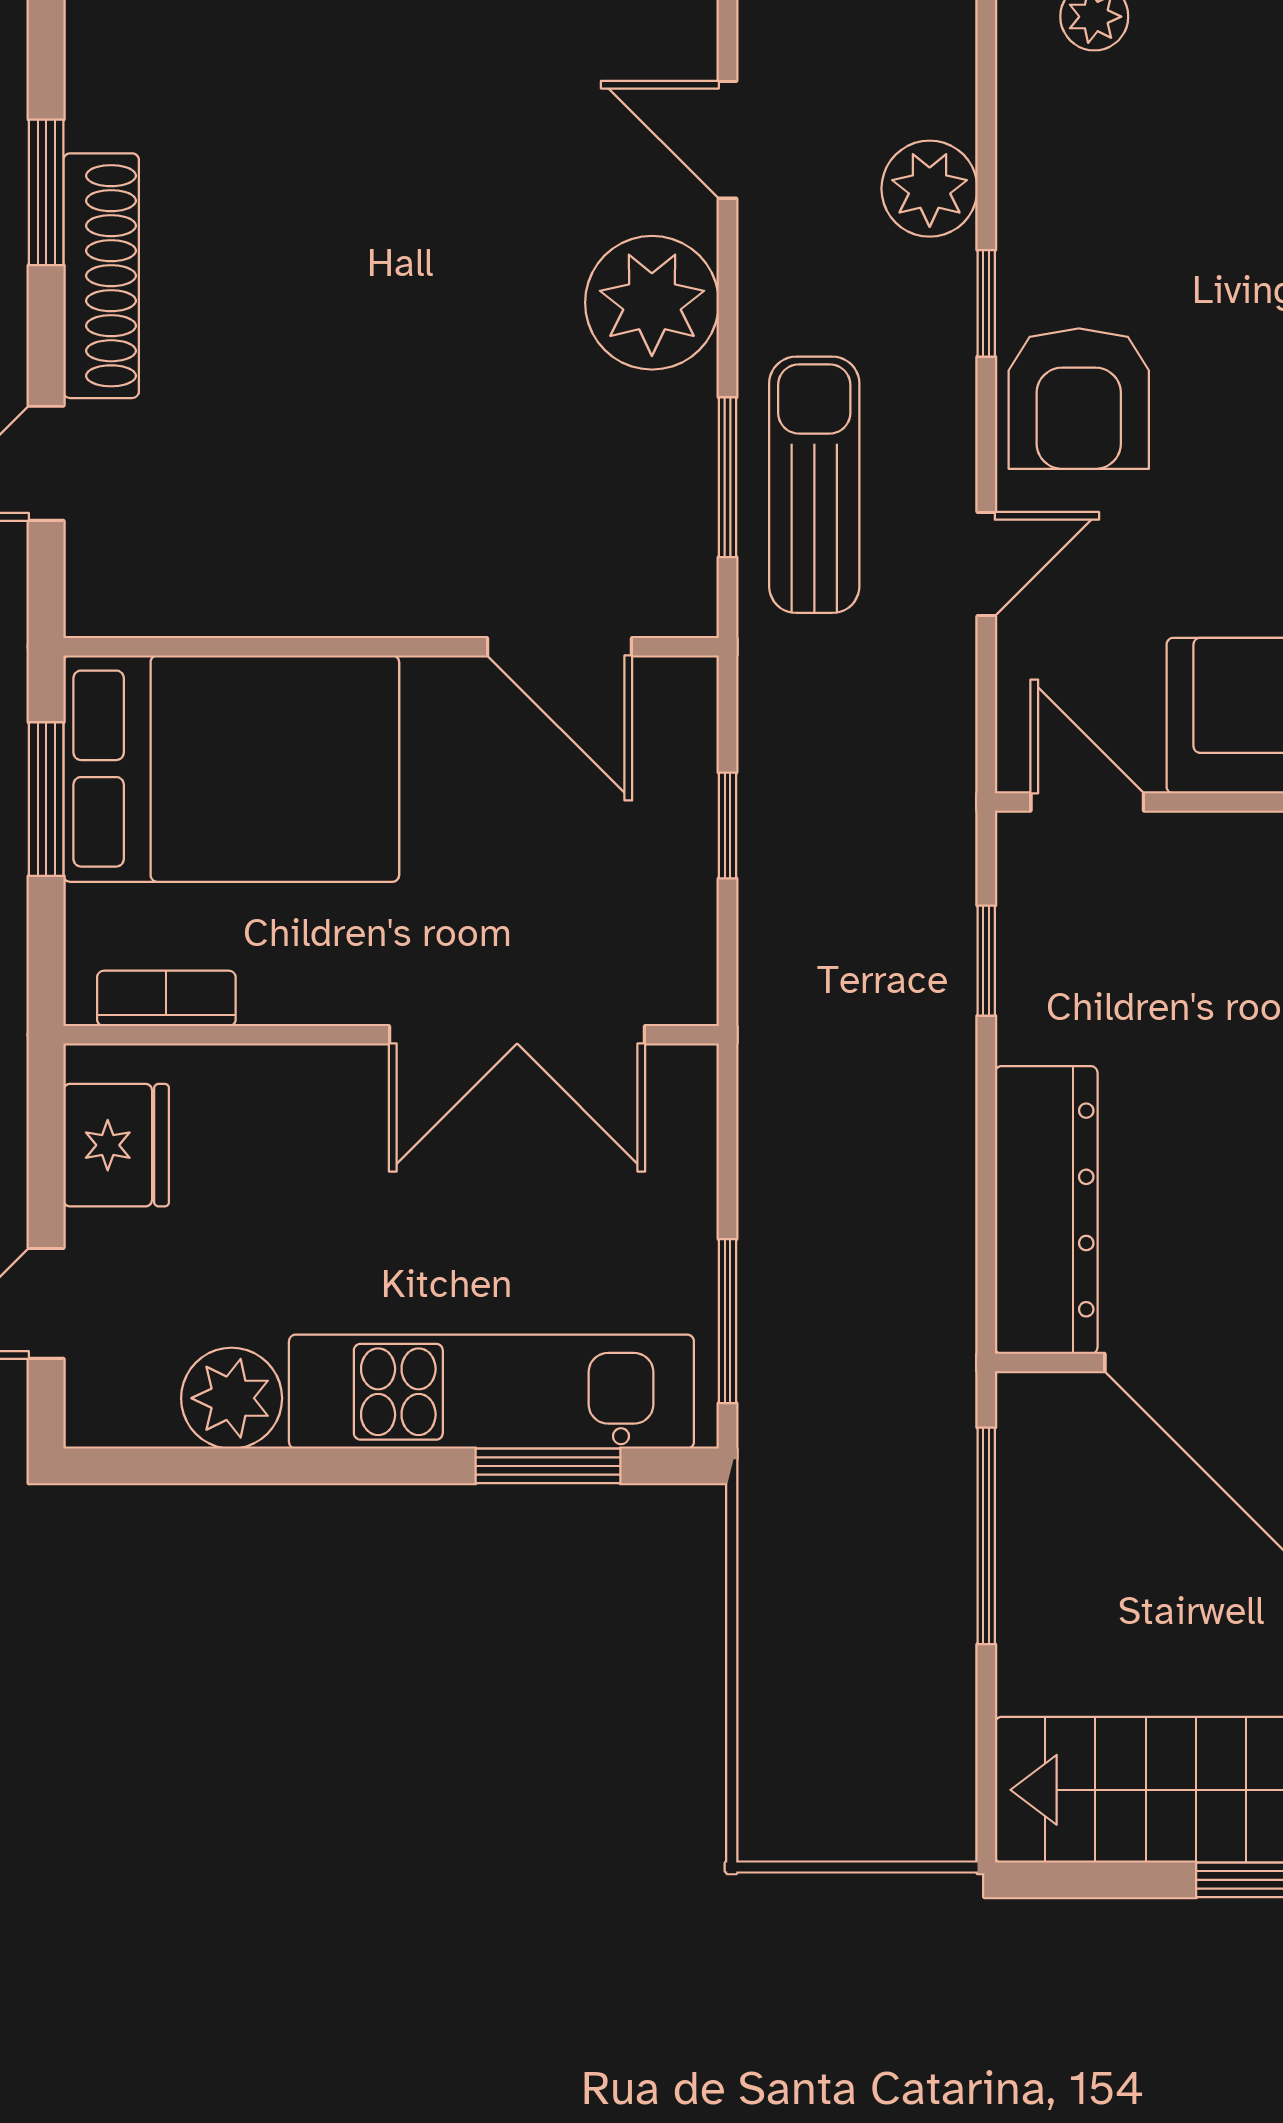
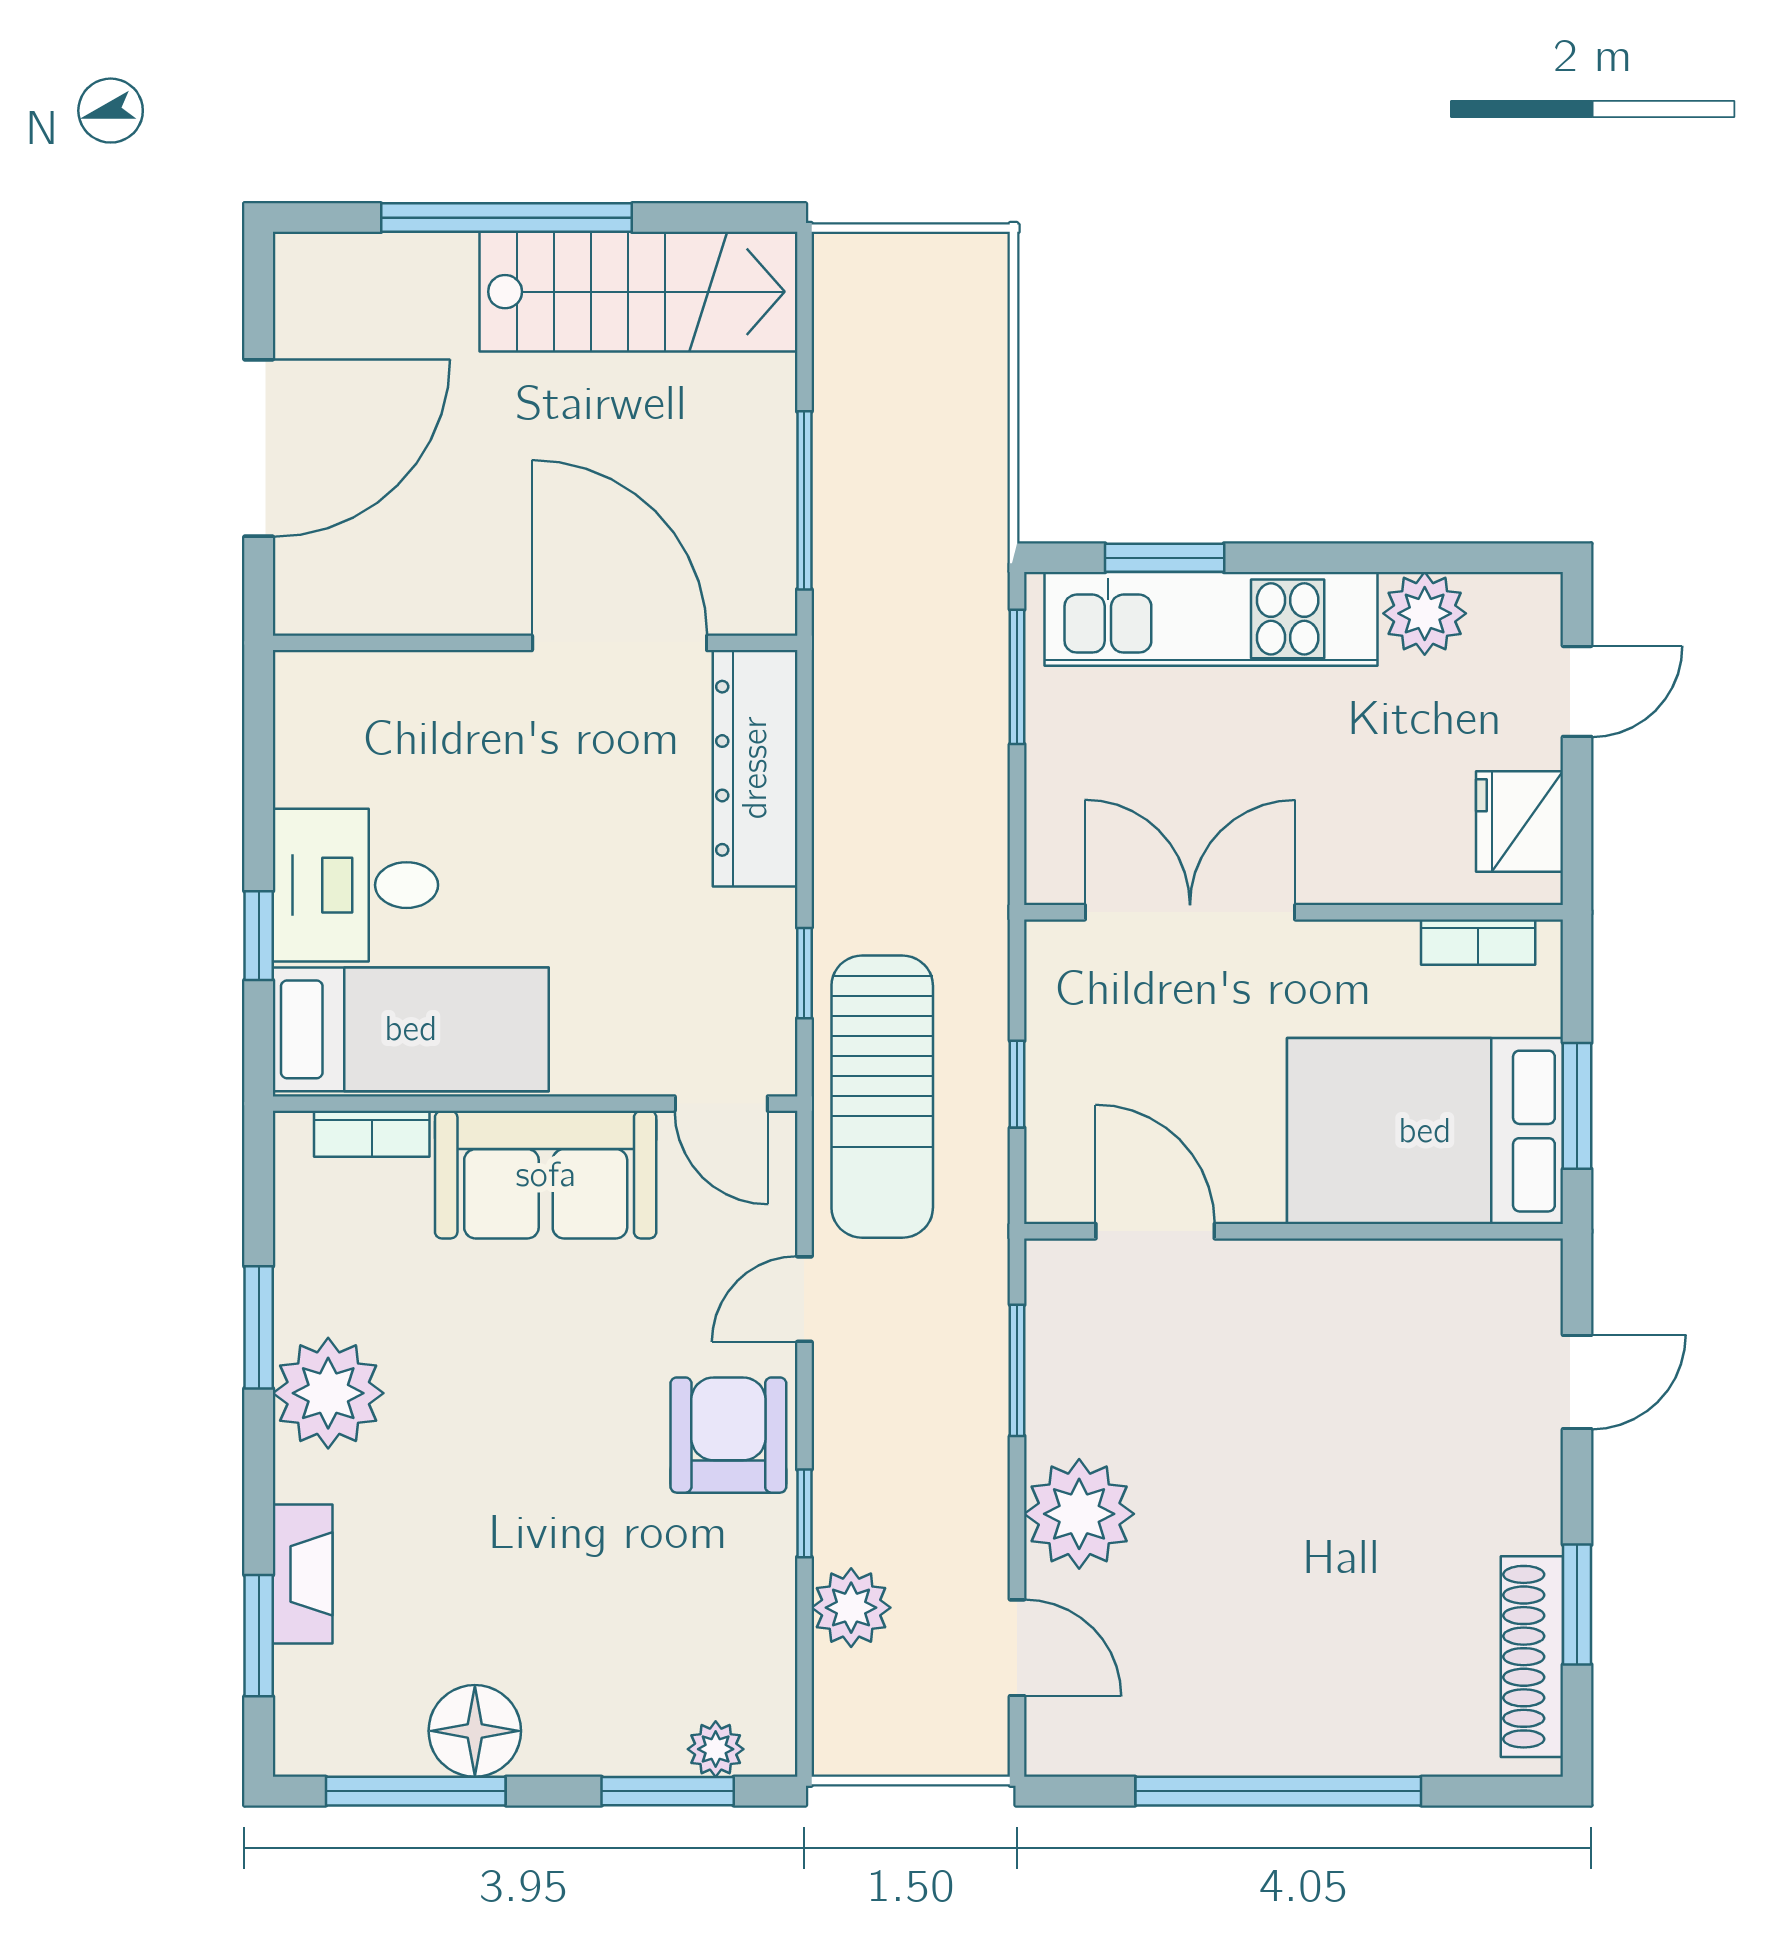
shoe rack: (101, 276) -> (1532, 1657), moved
sun lounger: (814, 485) -> (882, 1097), moved, width x1.36, depth x1.34

